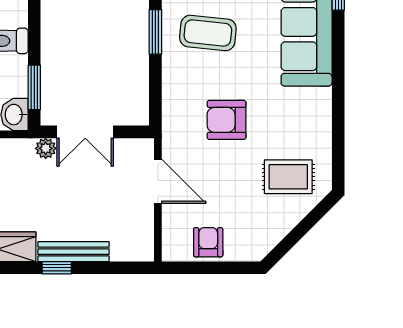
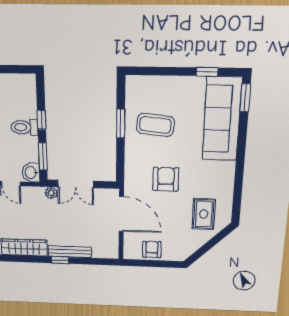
window: (34, 28) -> (42, 120), added
armchair: (227, 120) -> (166, 179), turned 90
rug: (288, 177) -> (204, 214), turned 90
door: (158, 181) -> (121, 214), width x1.36

